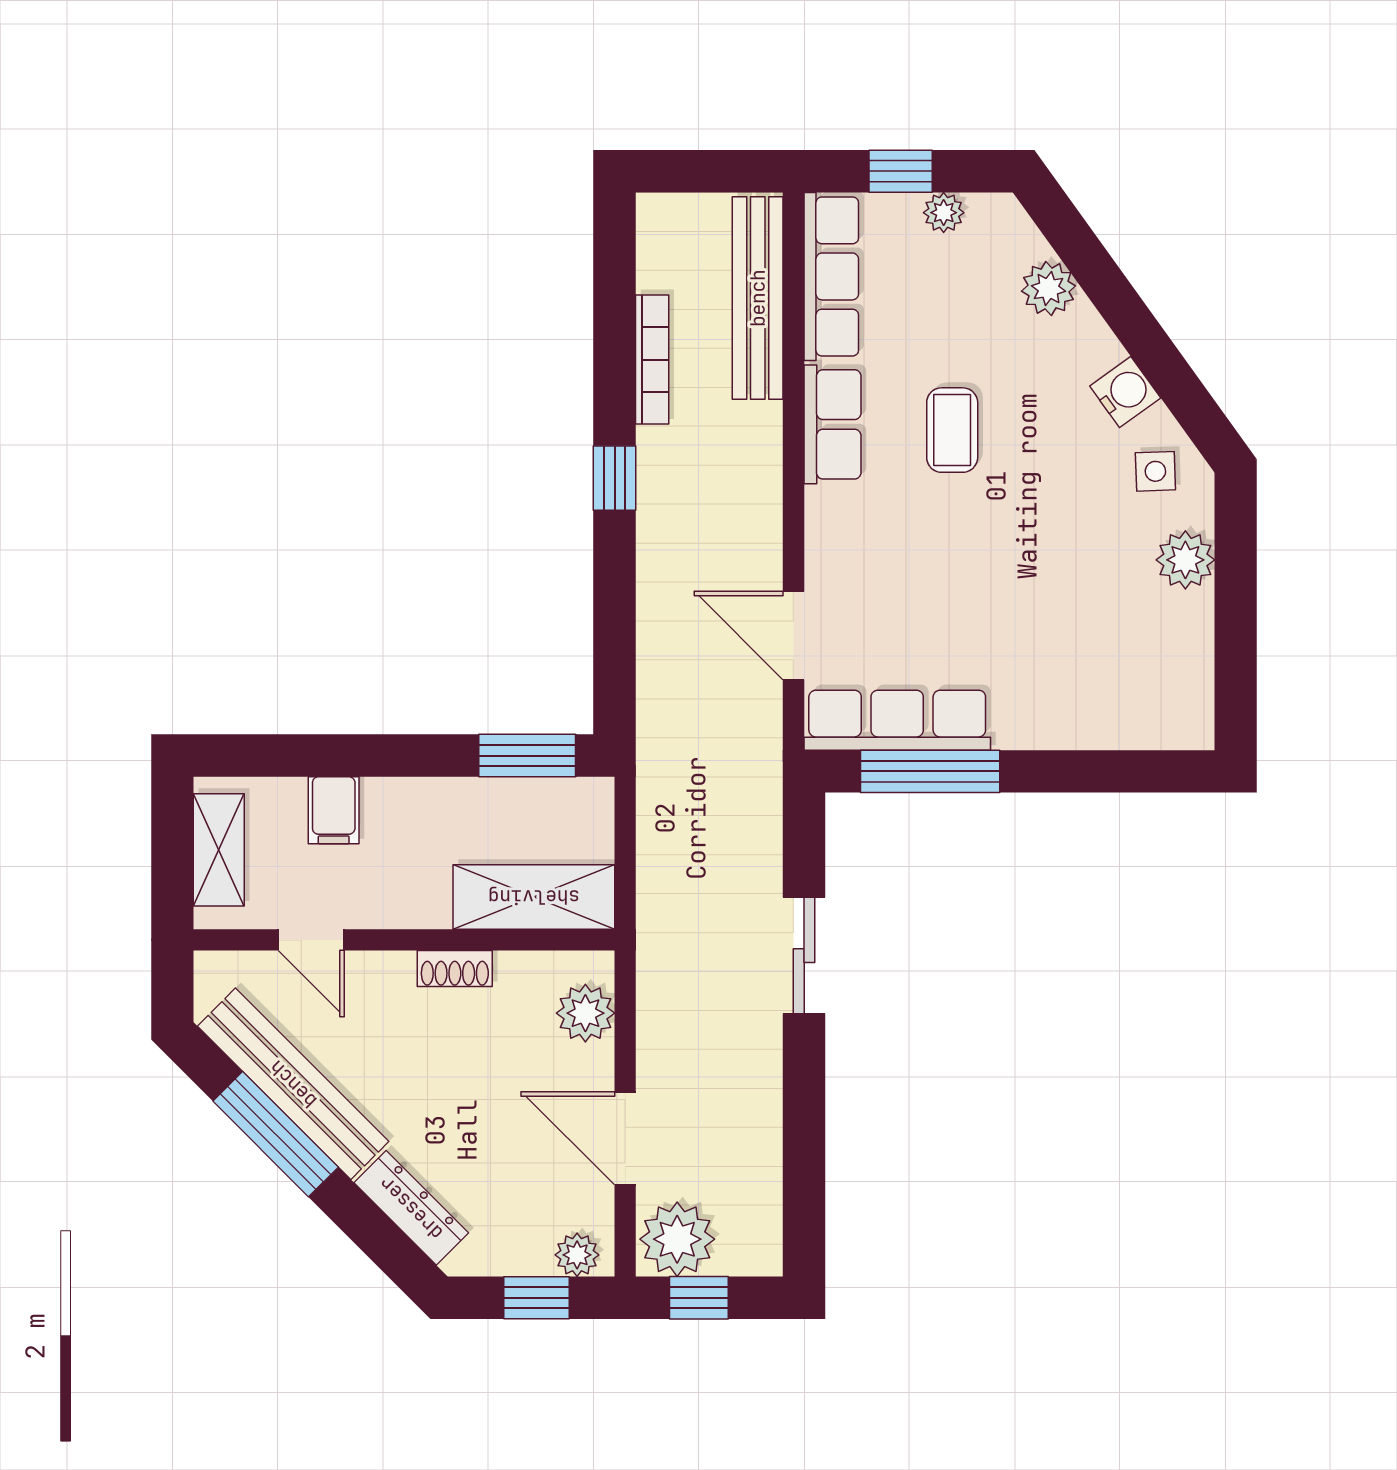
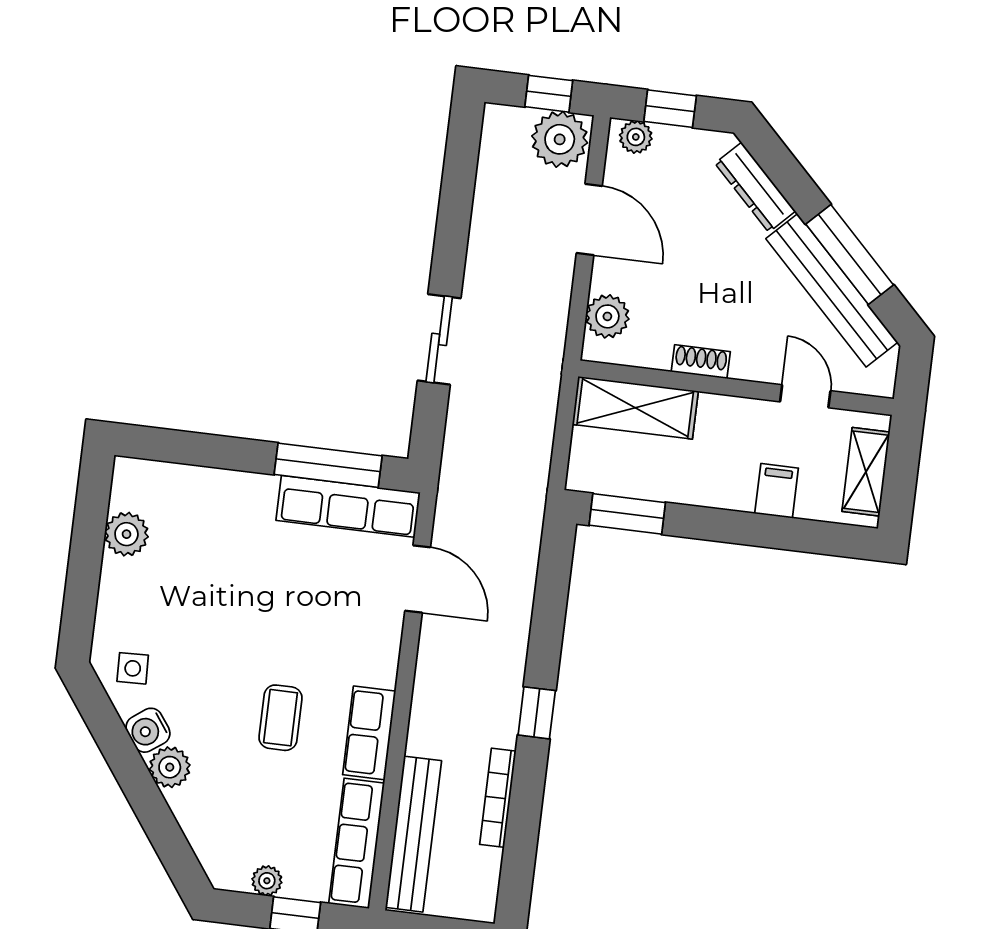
plant: (1049, 288) -> (170, 767), moved
plant: (1185, 560) -> (126, 534), moved

